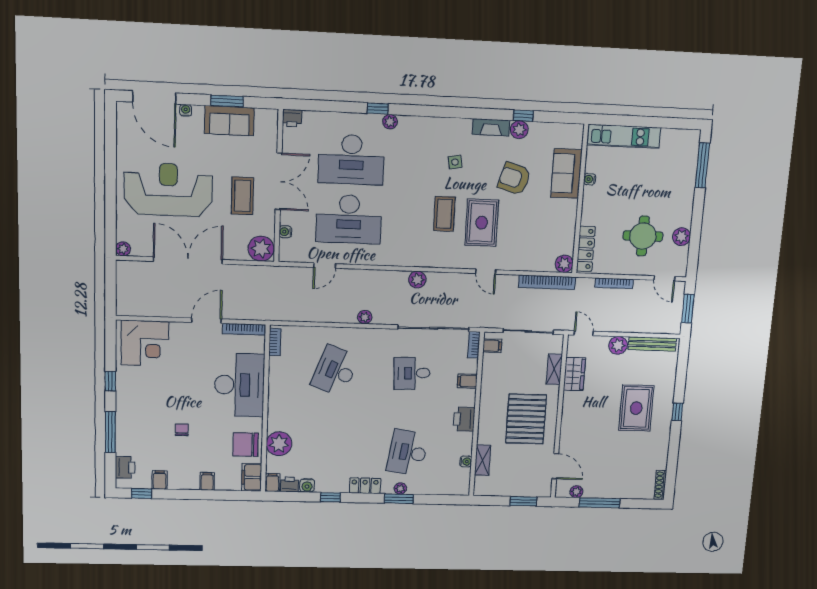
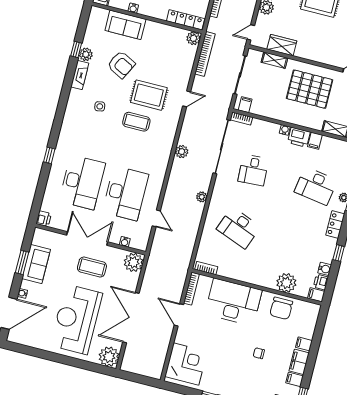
plant: (390, 122) -> (61, 148), removed
armchair: (514, 179) -> (121, 65), turned -80
plant: (123, 249) -> (109, 357), width x1.87, depth x1.87
filing cabinet: (467, 381) -> (315, 141), moved
water cooler: (466, 462) -> (285, 130), moved
filing cabinet: (252, 477) -> (299, 362), moved, turned 90

